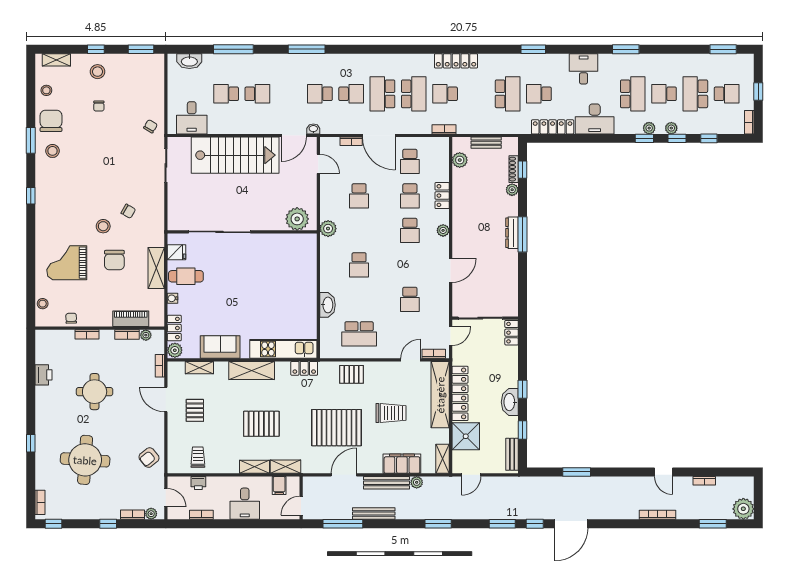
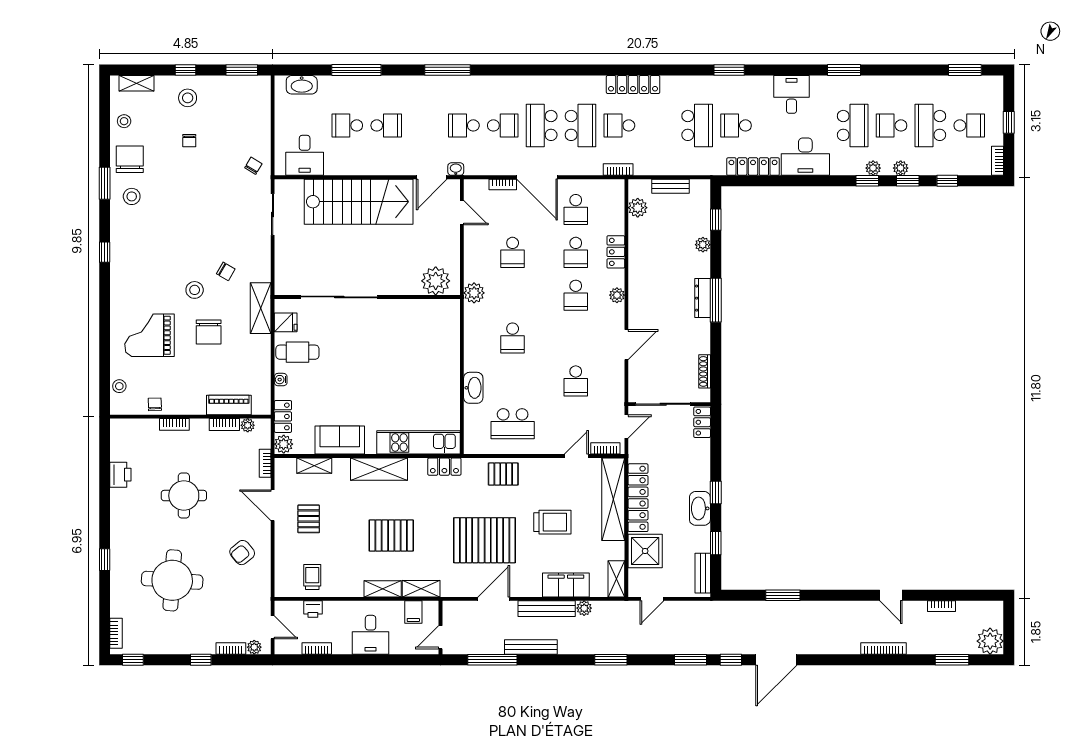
shoe rack: (514, 169) -> (705, 371), moved
shelving: (156, 268) -> (261, 308), moved
armchair: (149, 458) -> (242, 553), moved

